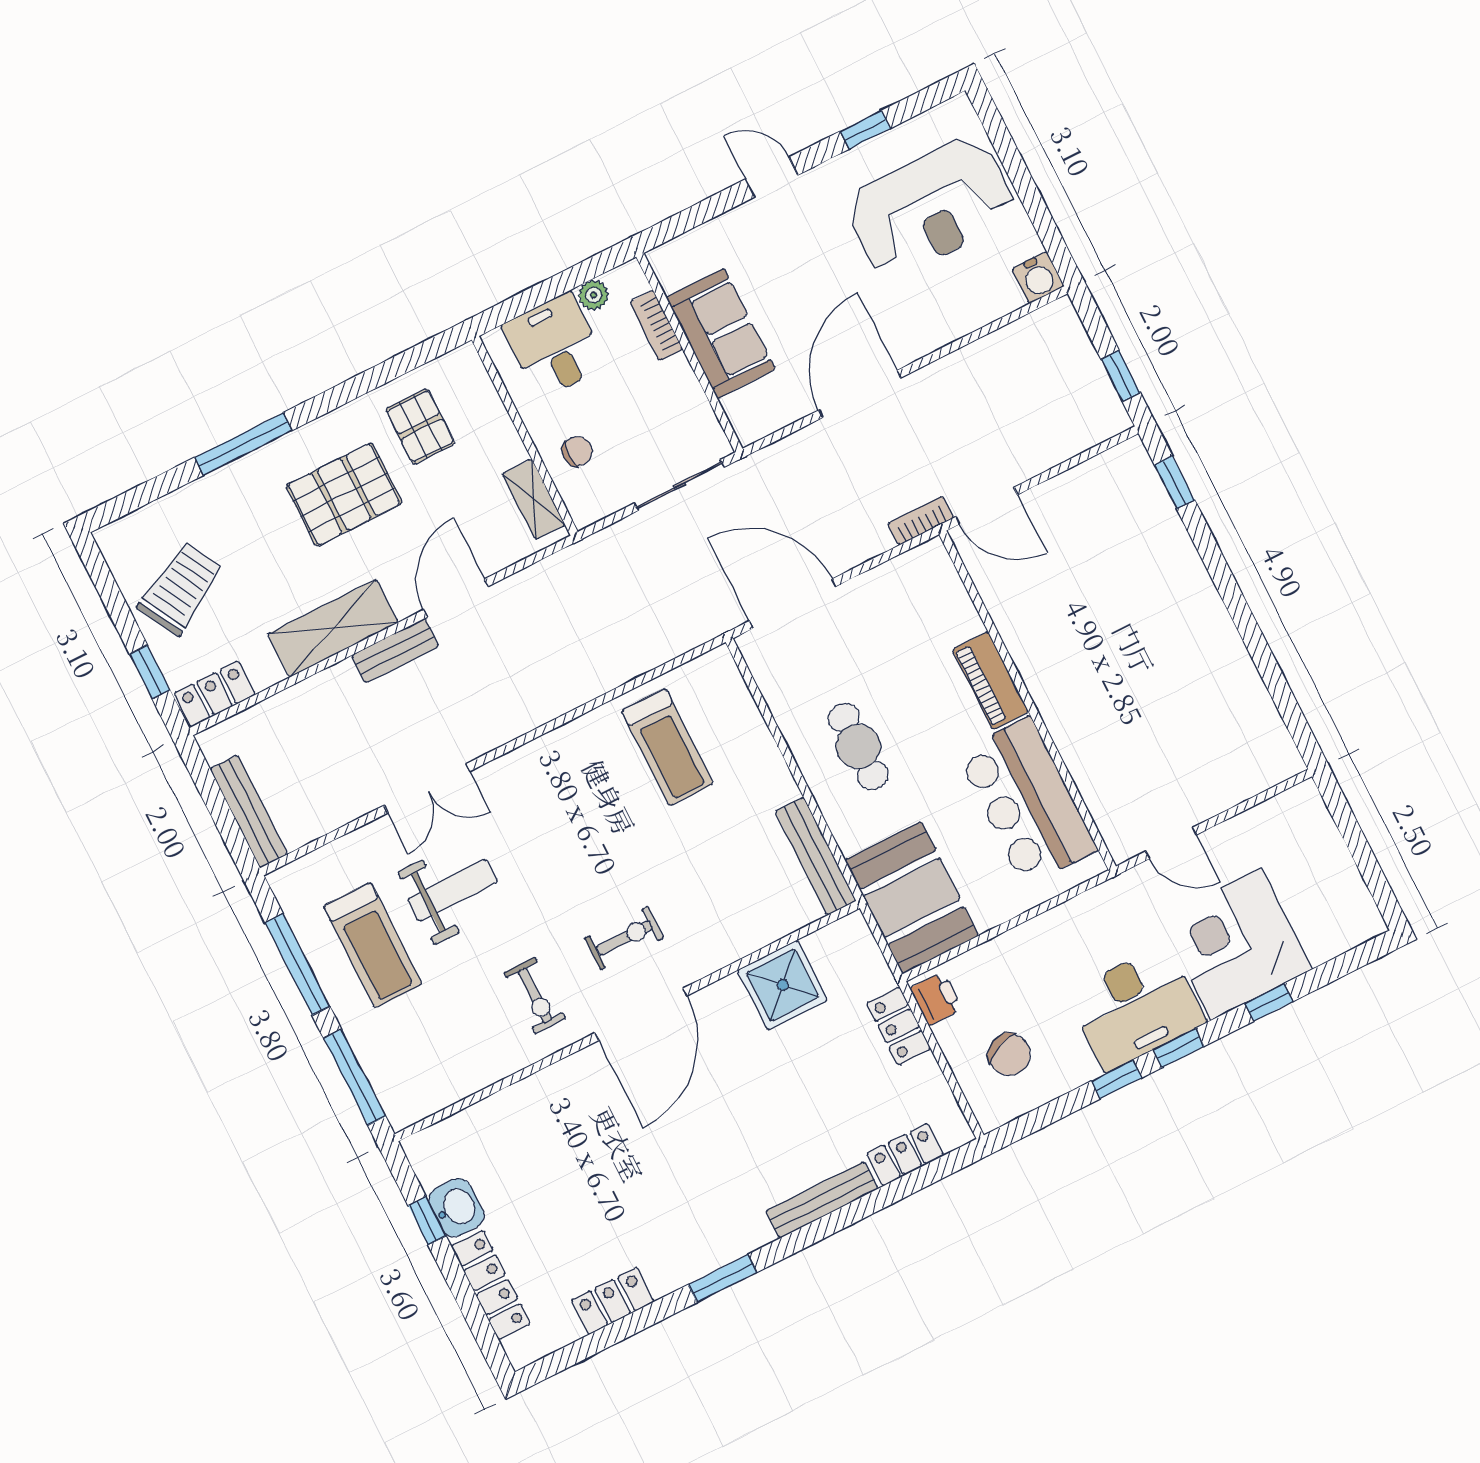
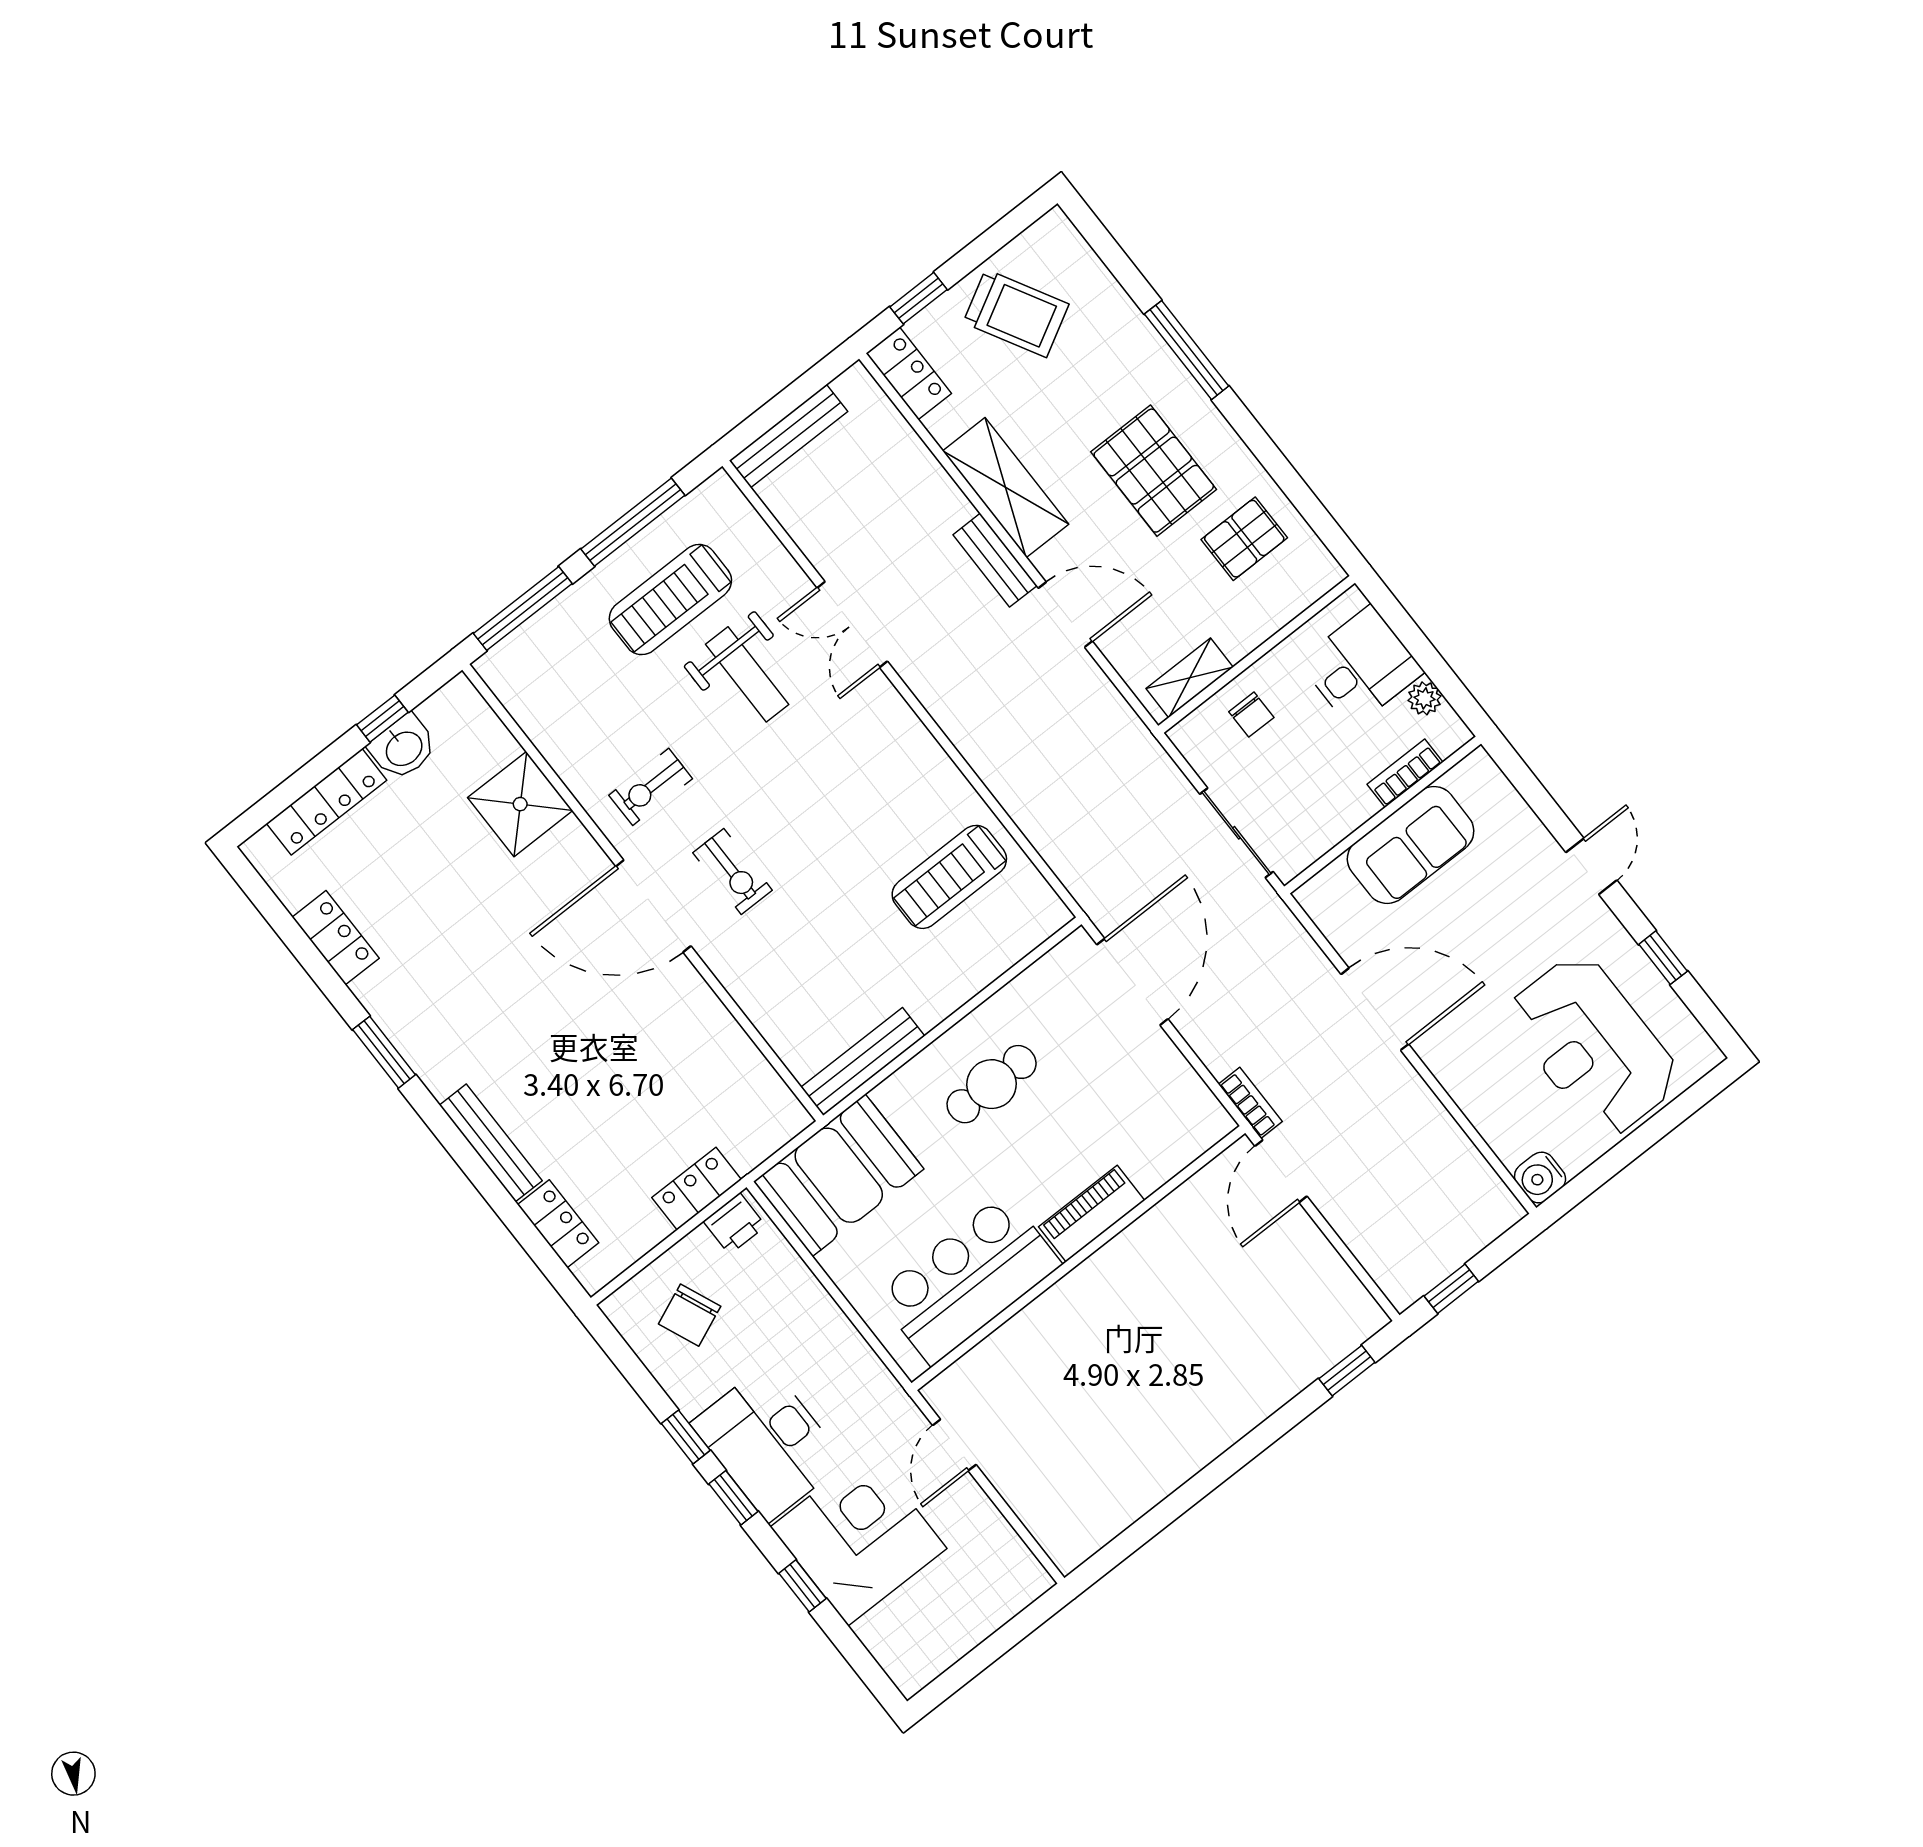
shower: (783, 985) -> (520, 804), moved

